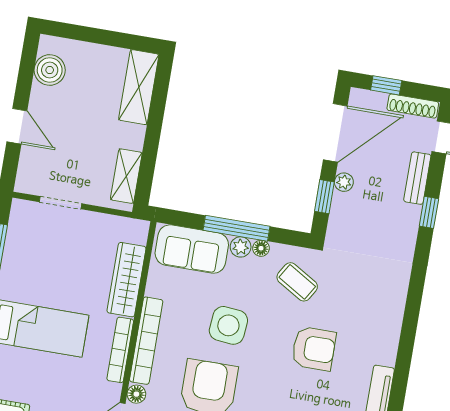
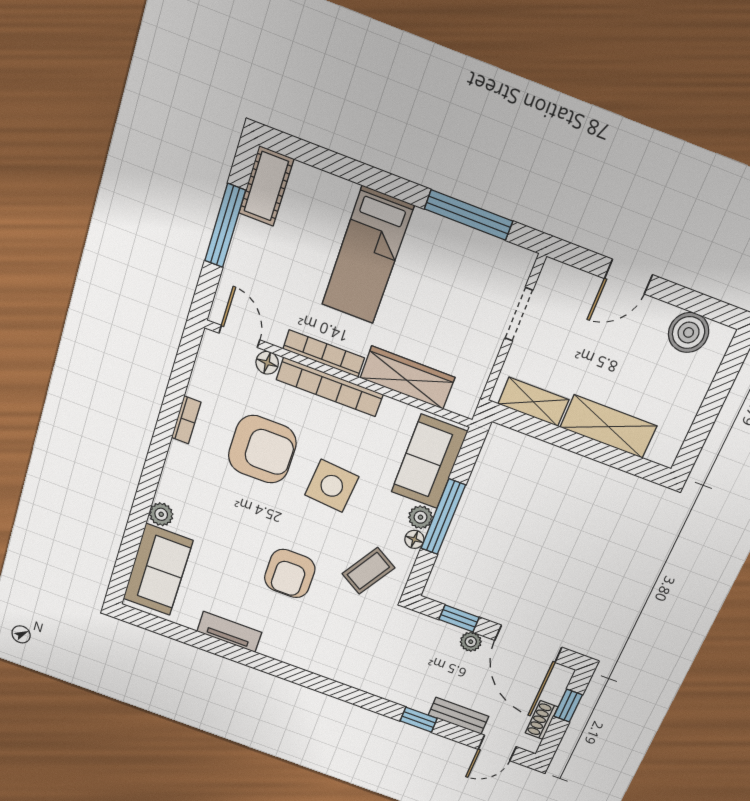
shelving: (139, 87) -> (608, 427), moved
shoe rack: (413, 106) -> (542, 720), width x0.70

